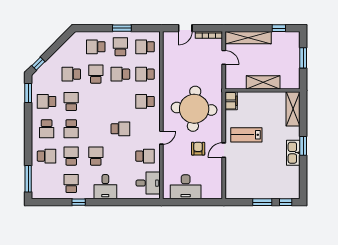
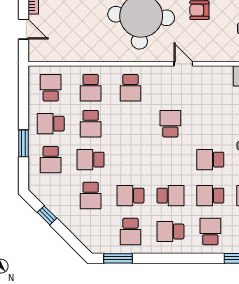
window: (122, 28) -> (23, 143), moved
school desk: (145, 47) -> (51, 88), turned 180
window: (38, 64) -> (47, 215), moved
school desk: (47, 129) -> (170, 231), turned 180
school desk: (145, 156) -> (210, 88), removed

